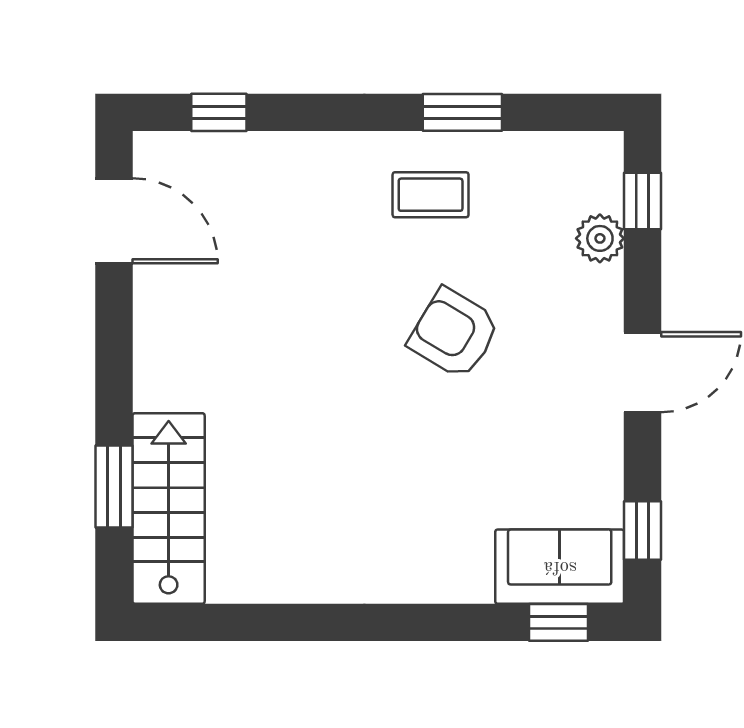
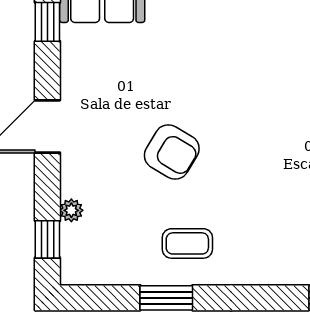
plant: (600, 238) -> (71, 210), width x0.73, depth x0.73

